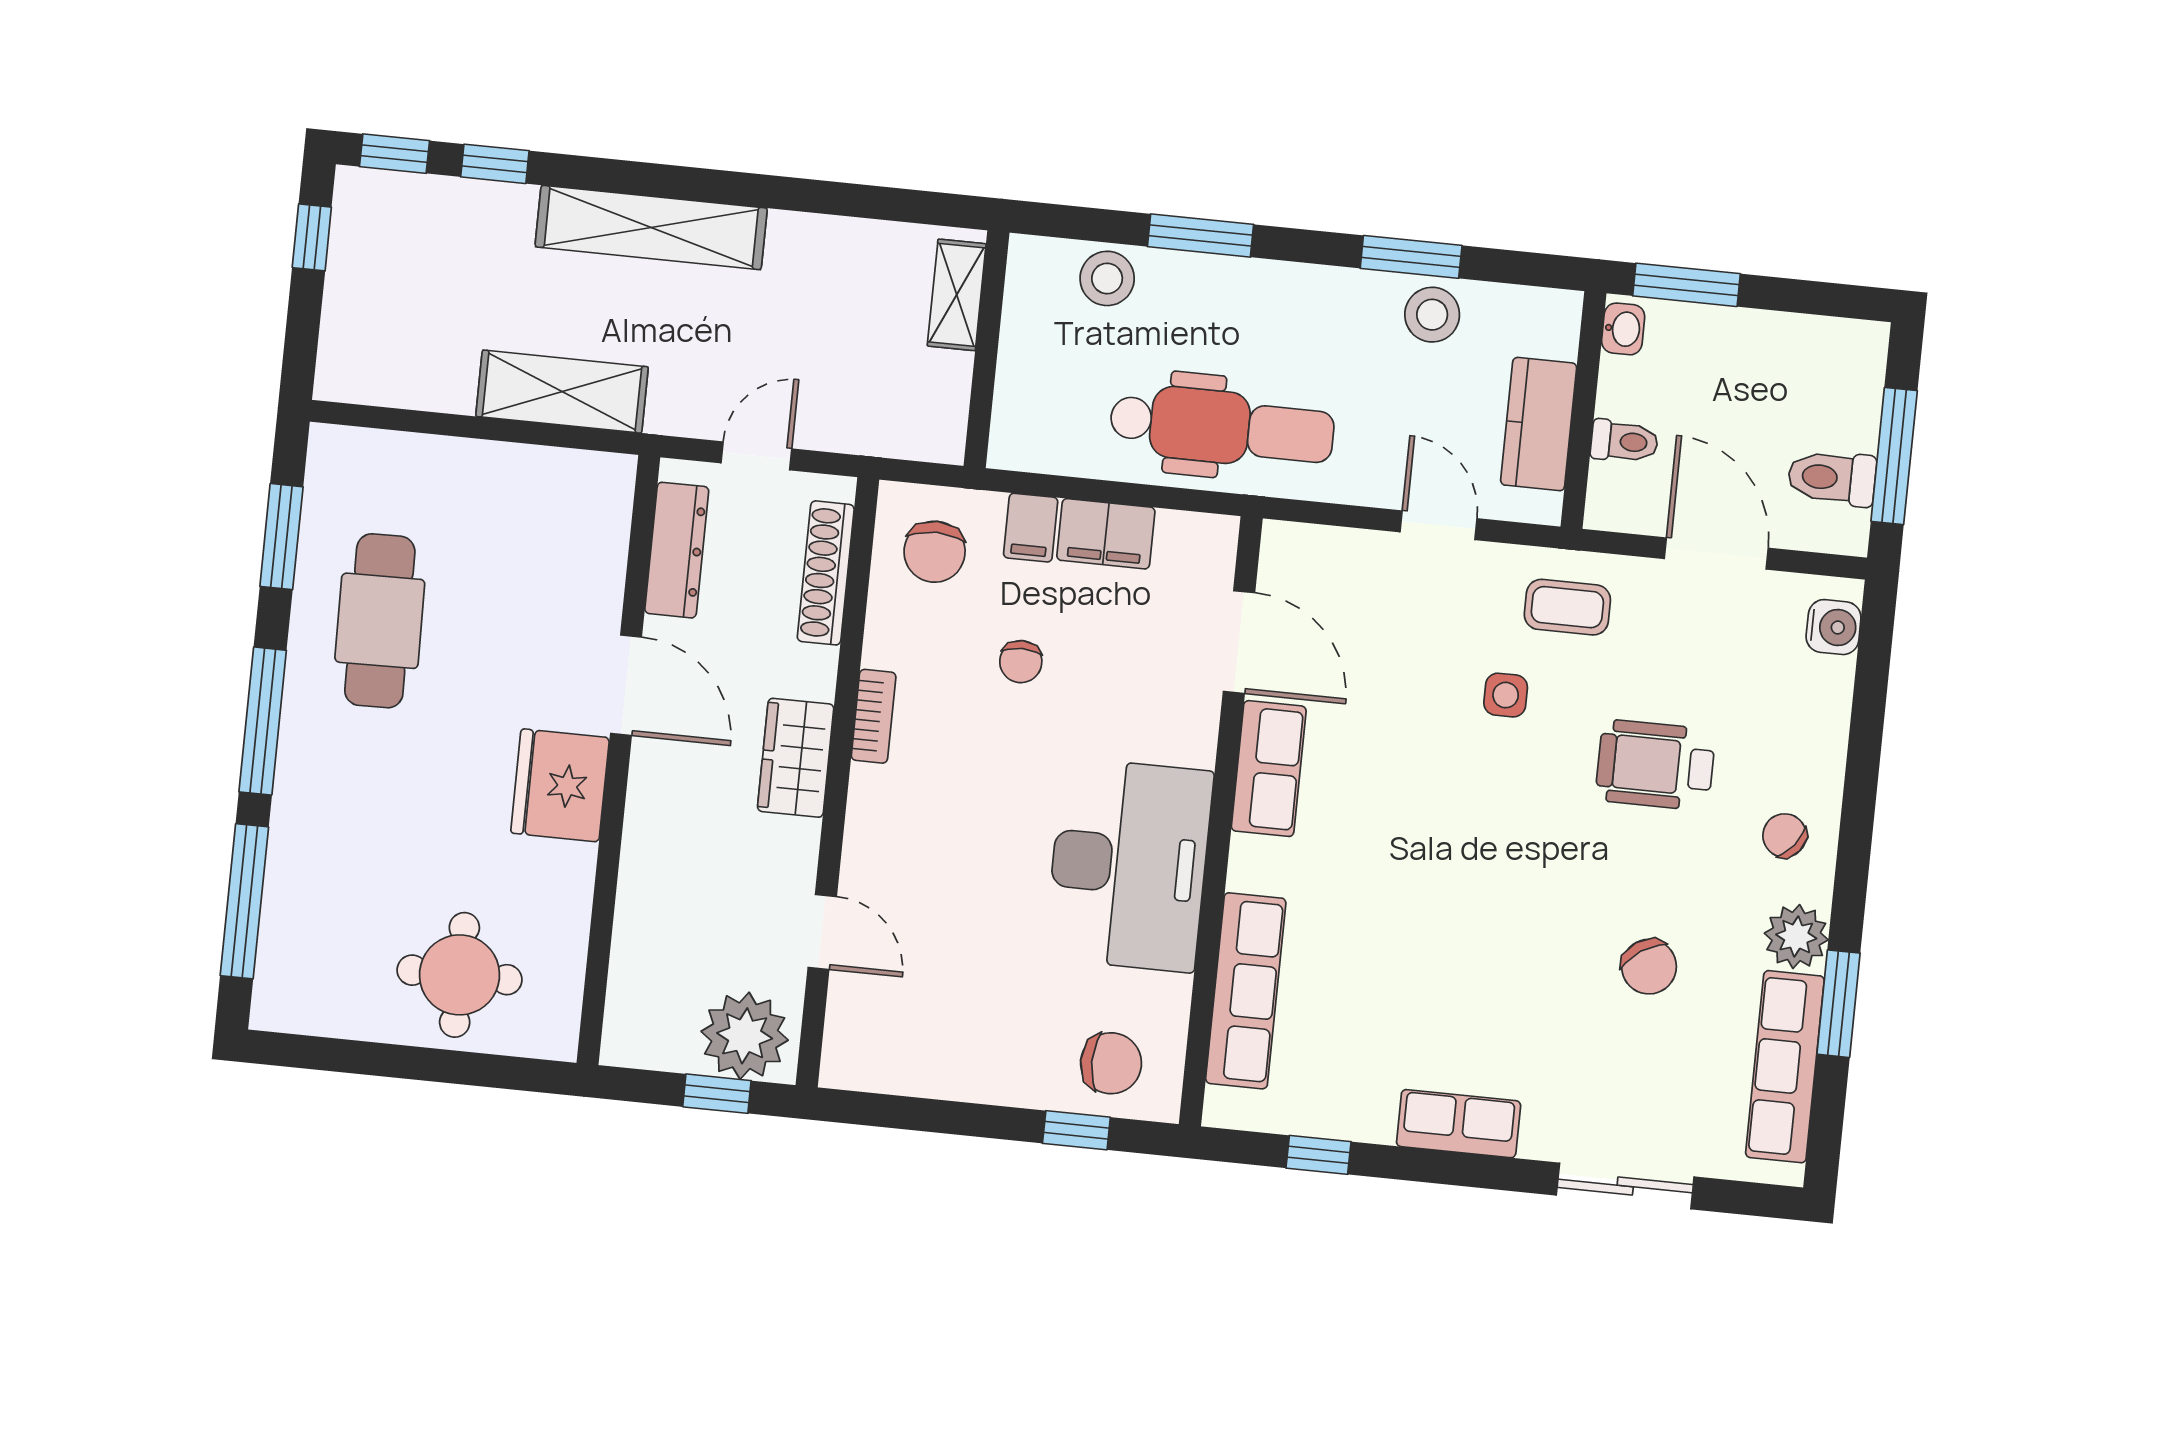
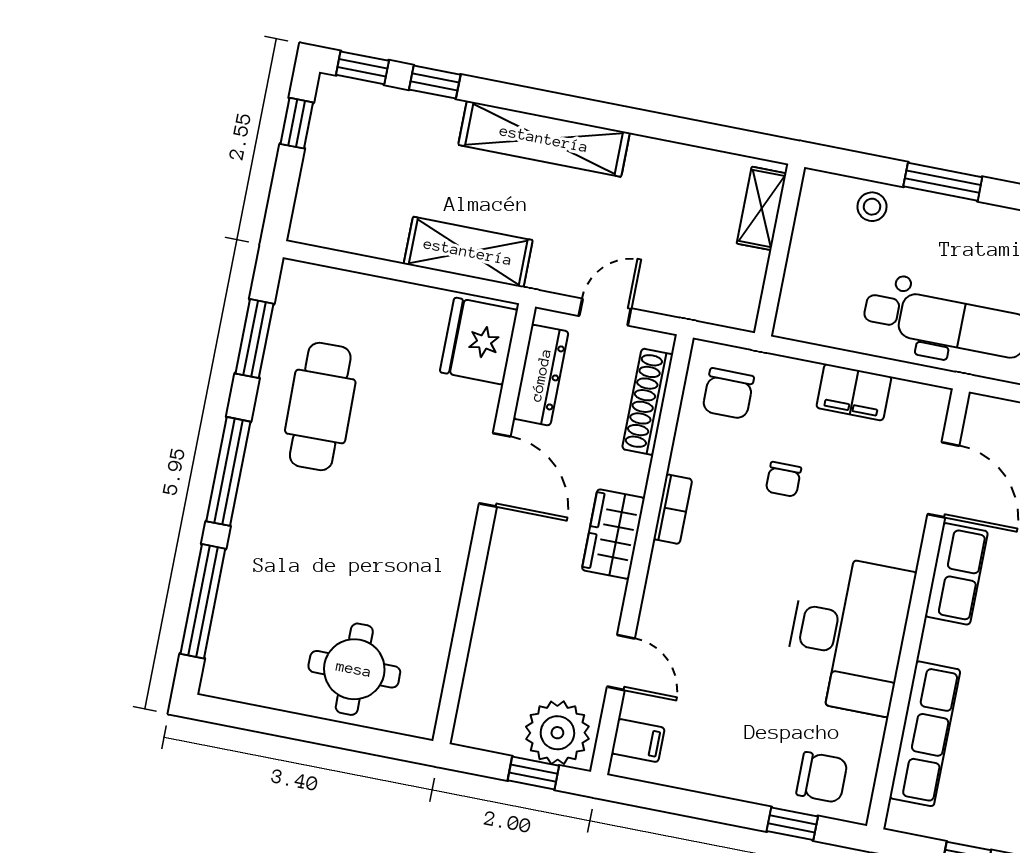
stool: (1107, 278) -> (872, 207), width x0.73, depth x0.73
filing cabinet: (1031, 528) -> (638, 741), moved, turned -90
fridge: (560, 785) -> (479, 341), moved

